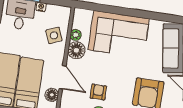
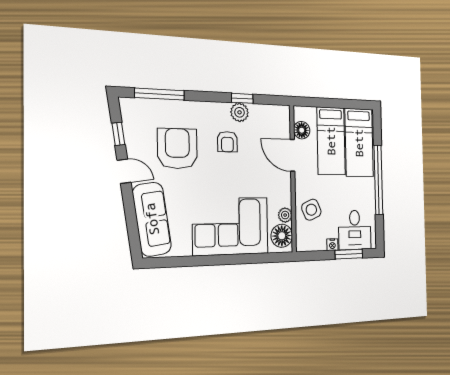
floor lamp: (76, 50) -> (282, 236), moved
armchair: (98, 92) -> (227, 142), moved

